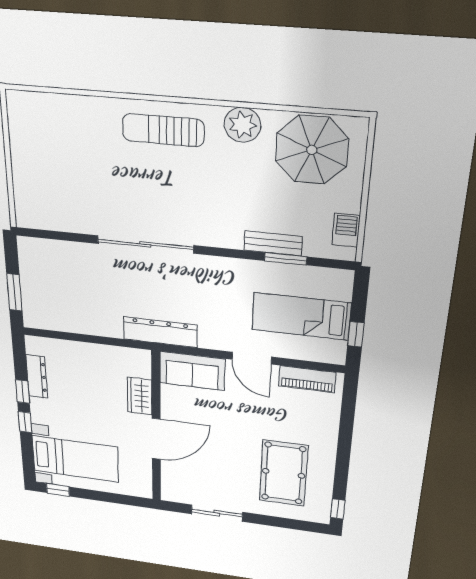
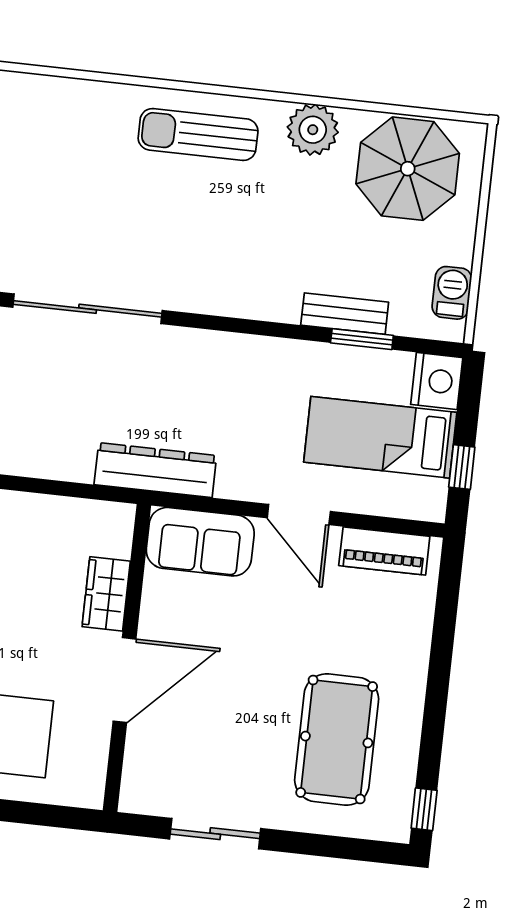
sliding door: (145, 244) -> (88, 309), moved
nightstand: (337, 284) -> (437, 381), added

